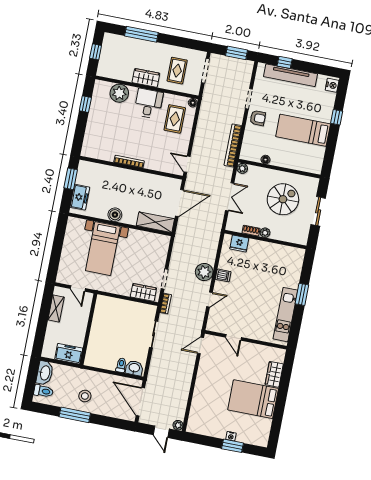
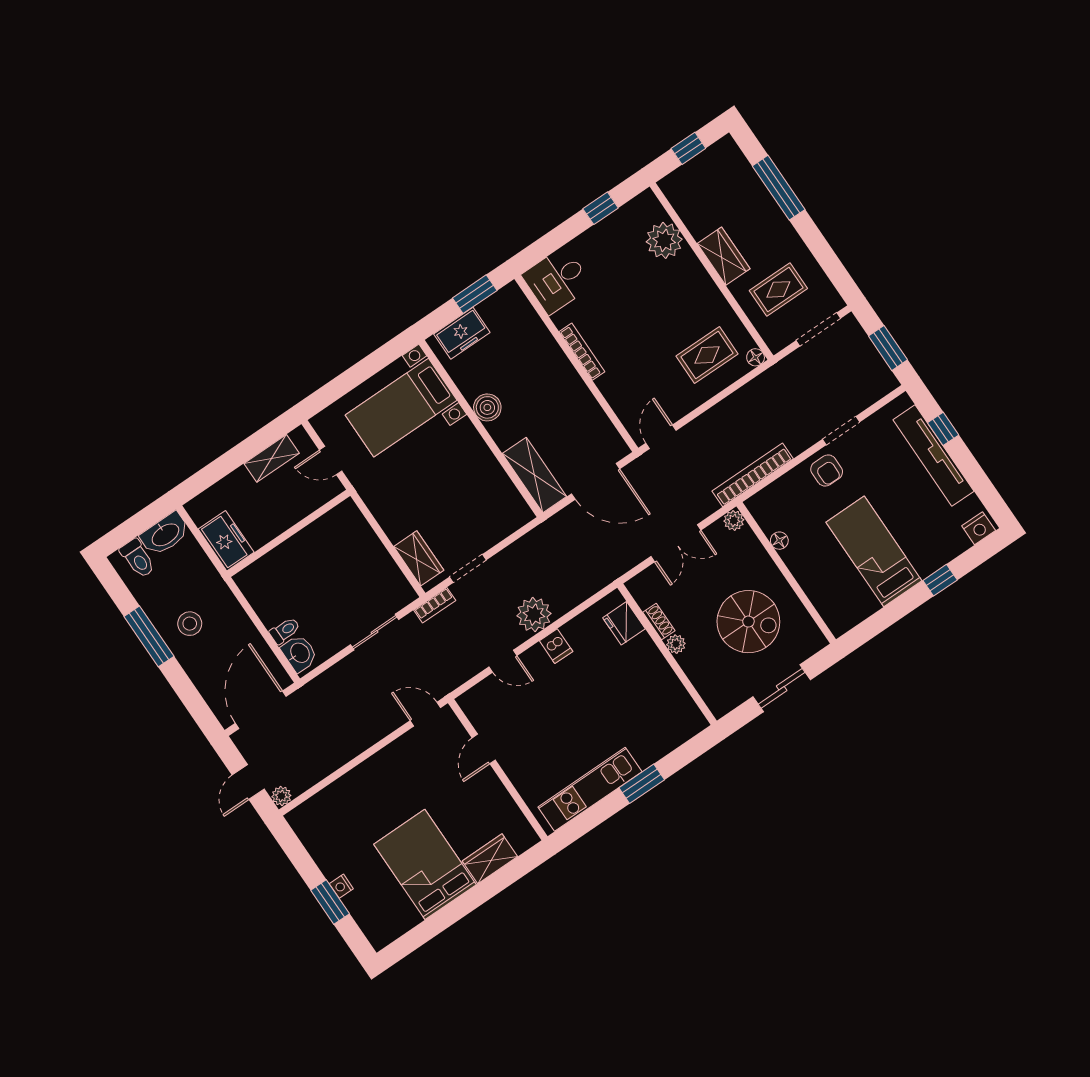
desk: (149, 103) -> (557, 280), moved, turned 180
bed with nightstands: (103, 249) -> (401, 408), moved
door: (78, 288) -> (331, 460), hinge flipped

